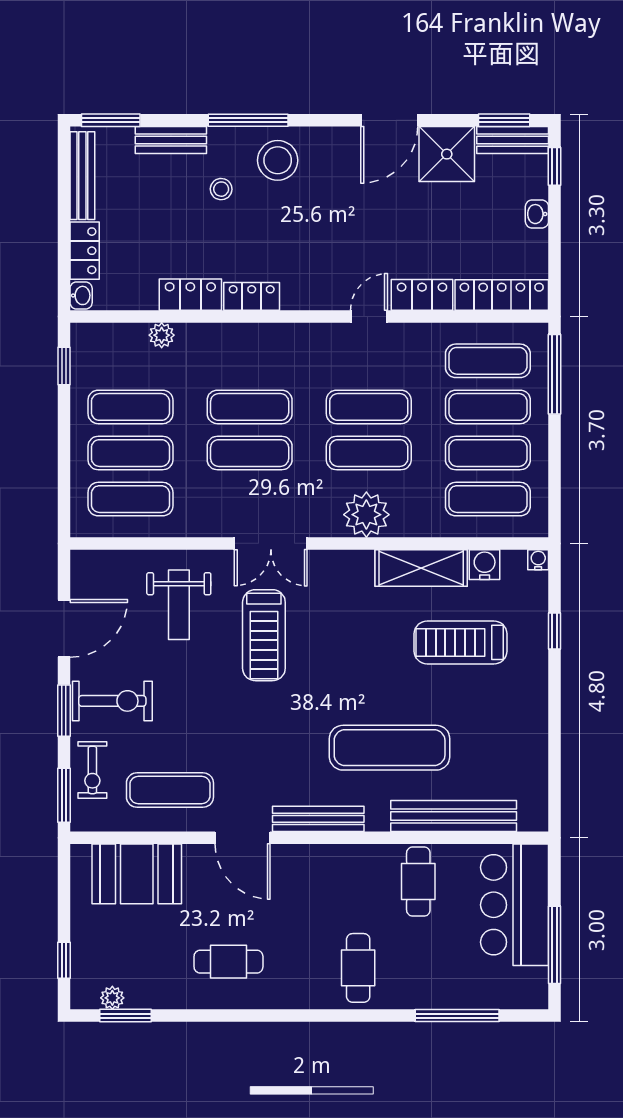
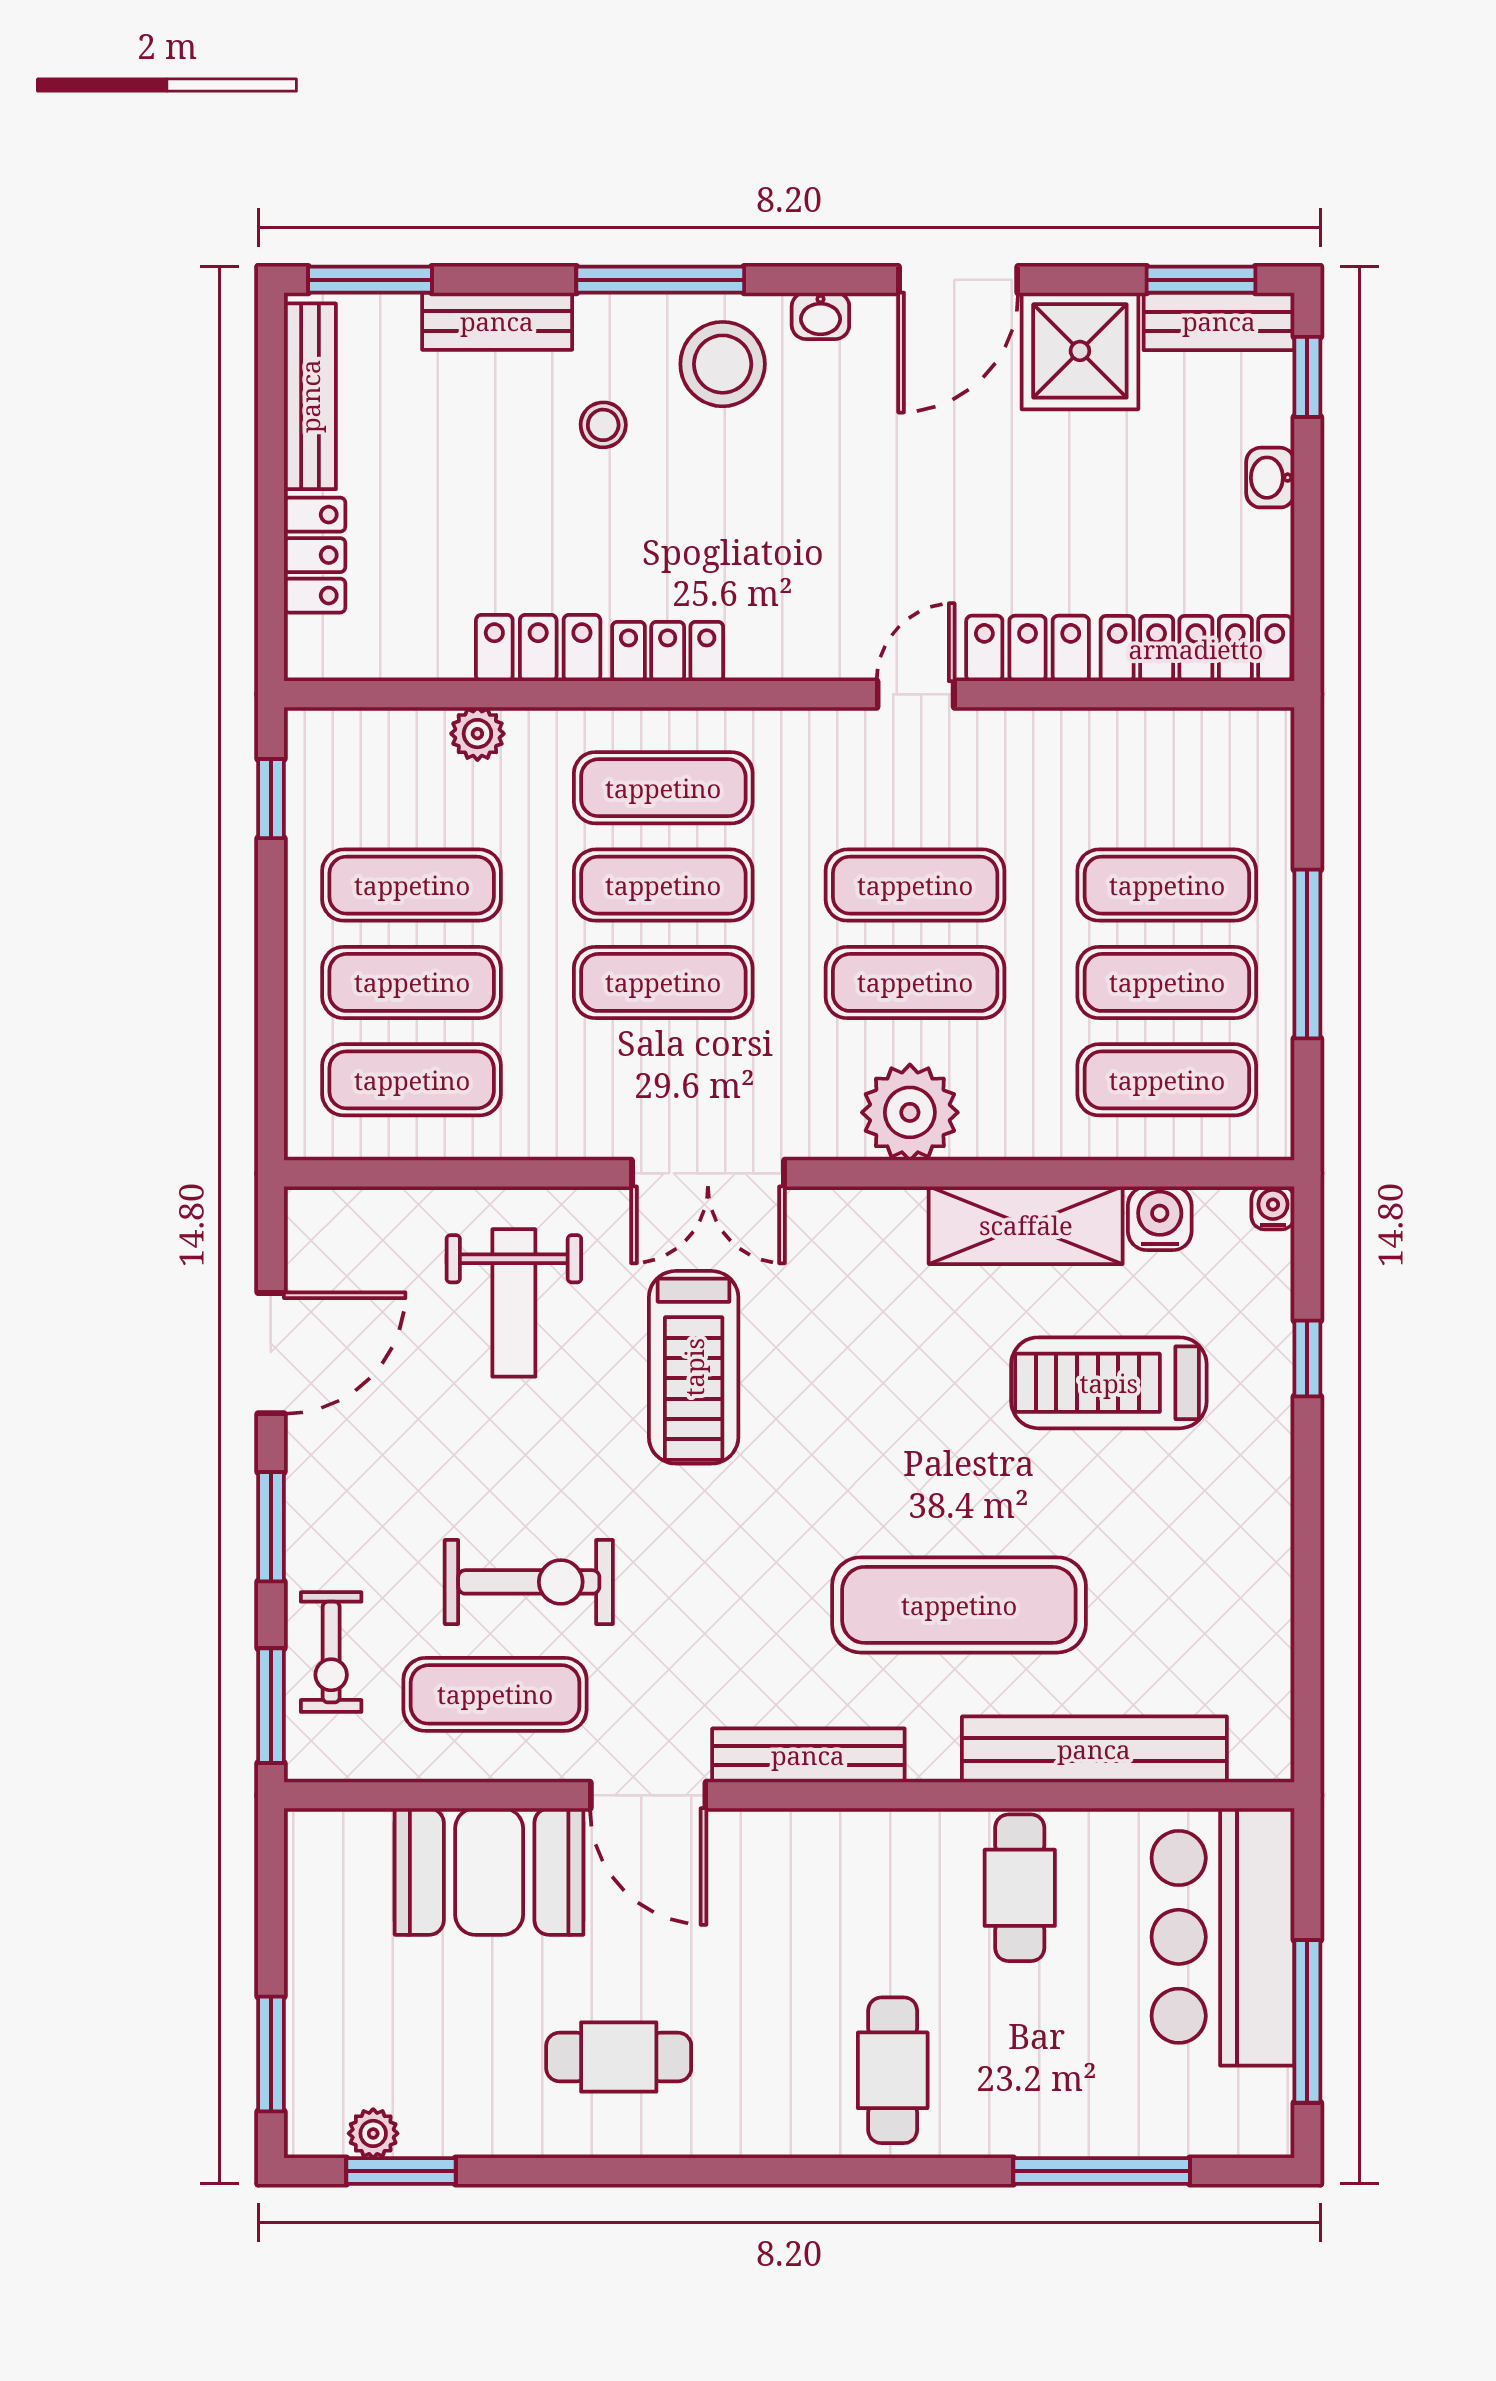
washbasin: (81, 295) -> (820, 316), moved, turned 90
exercise mat: (488, 361) -> (663, 788), moved
window: (554, 374) -> (1307, 954), moved
exercise bike: (112, 701) -> (529, 1582), moved
booth: (137, 874) -> (489, 1872), moved
window: (64, 960) -> (271, 2054), width x1.50

